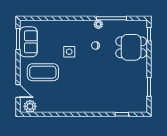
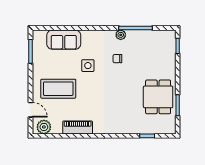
sofa: (28, 42) -> (64, 40), moved, turned 90
dining table: (131, 47) -> (158, 97), moved, turned 90
piano: (60, 107) -> (78, 127), added

